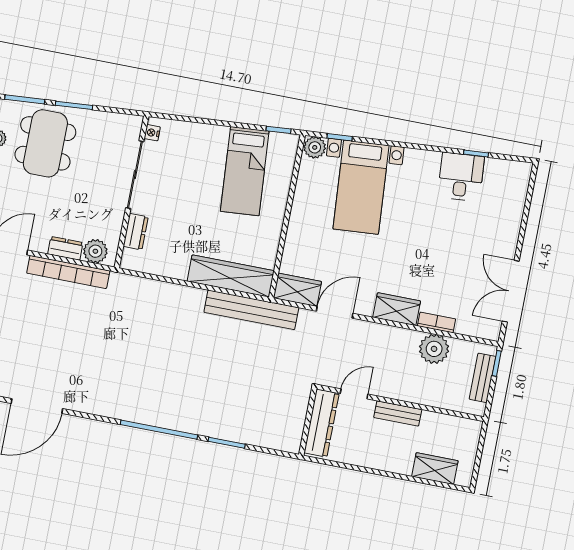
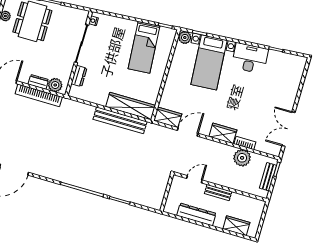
desk: (461, 177) -> (250, 58), moved, width x1.37
bench: (251, 310) -> (120, 120), moved
dresser: (322, 423) -> (196, 214), moved, turned -90

